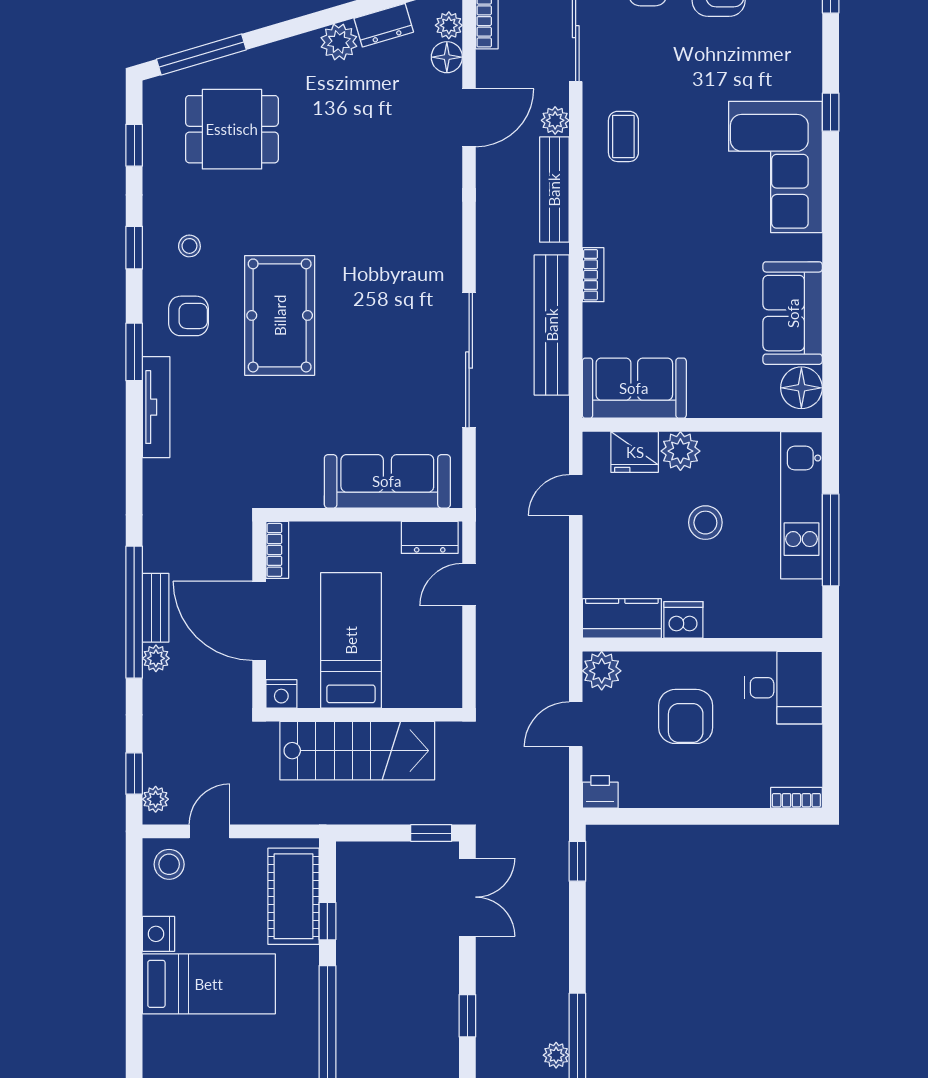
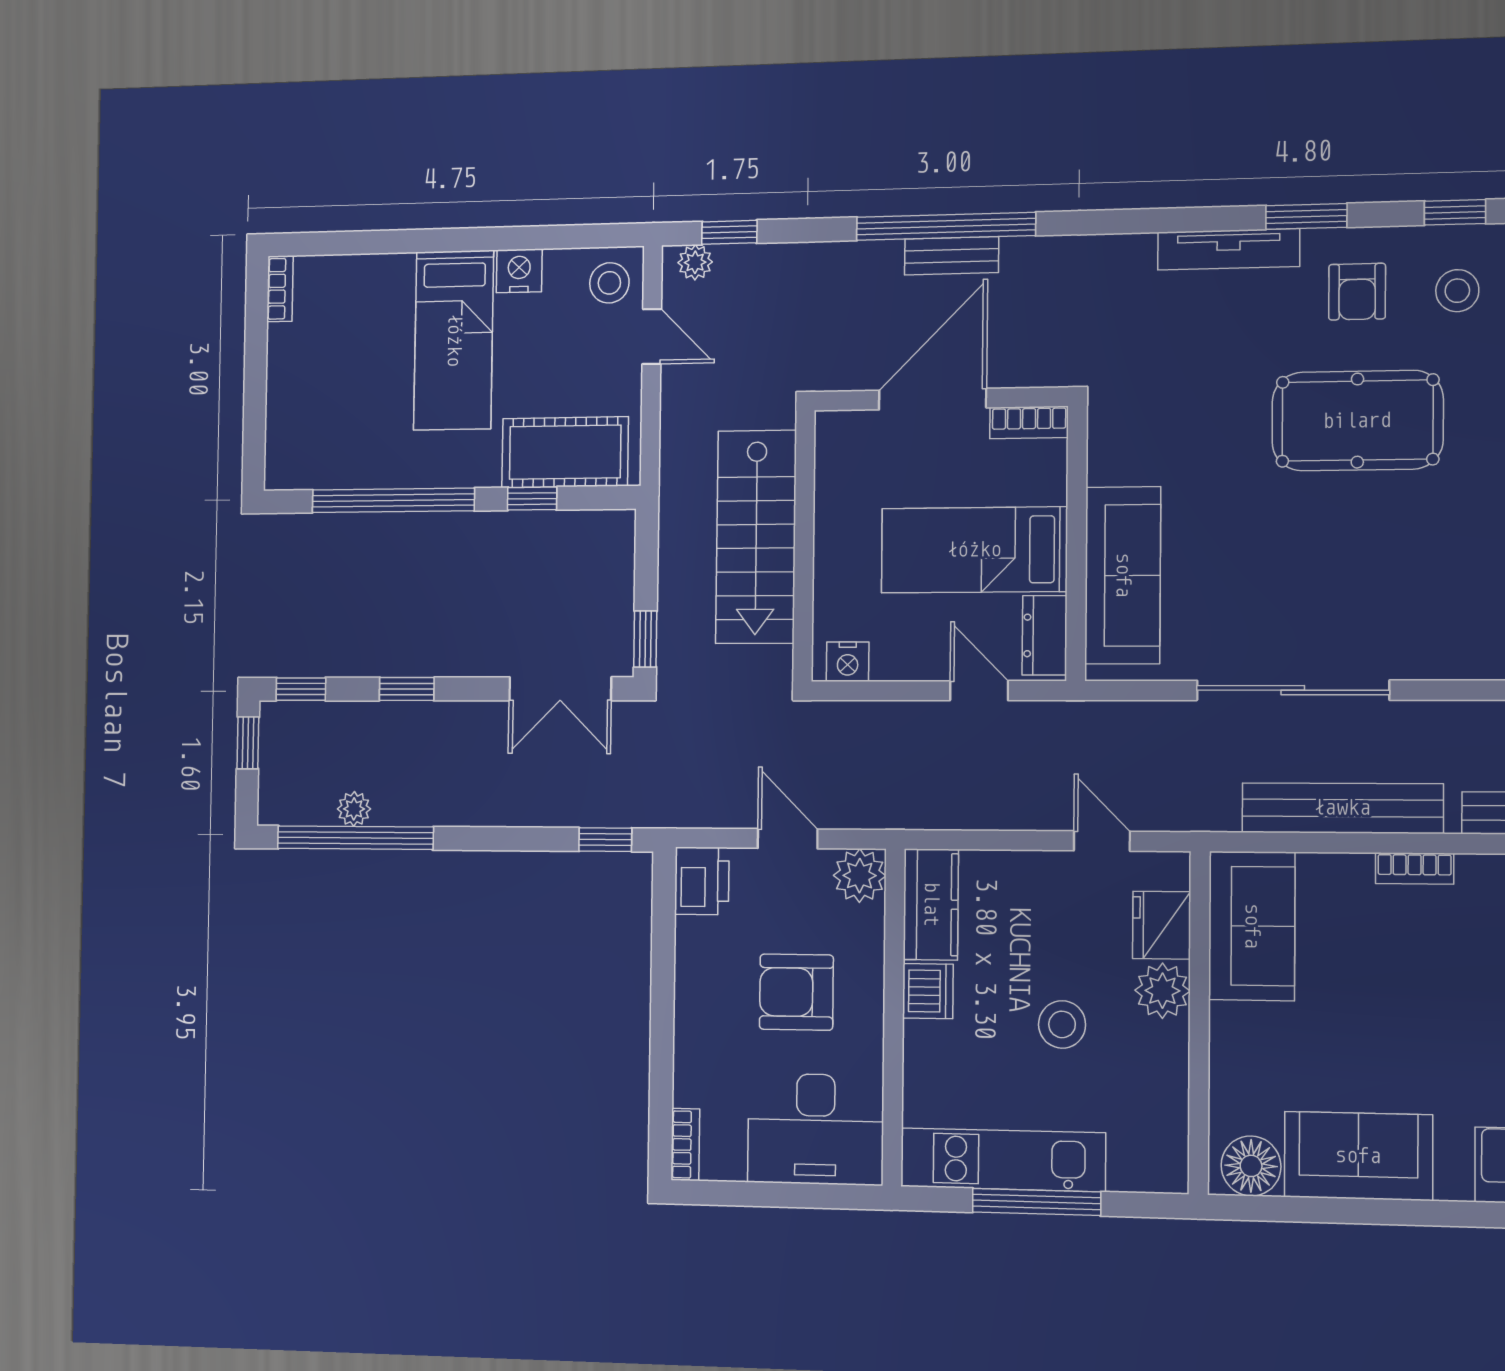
stool: (189, 246) -> (1457, 291), width x1.37, depth x1.37
kitchen unit: (801, 505) -> (1003, 1160), moved
bed: (351, 640) -> (974, 550), moved, turned 180
plant: (156, 658) -> (883, 258), removed
desk: (783, 688) -> (815, 1129), width x1.37
nightstand: (281, 694) -> (848, 662), moved, turned -90
printer: (600, 792) -> (702, 881), width x1.36, depth x1.24

